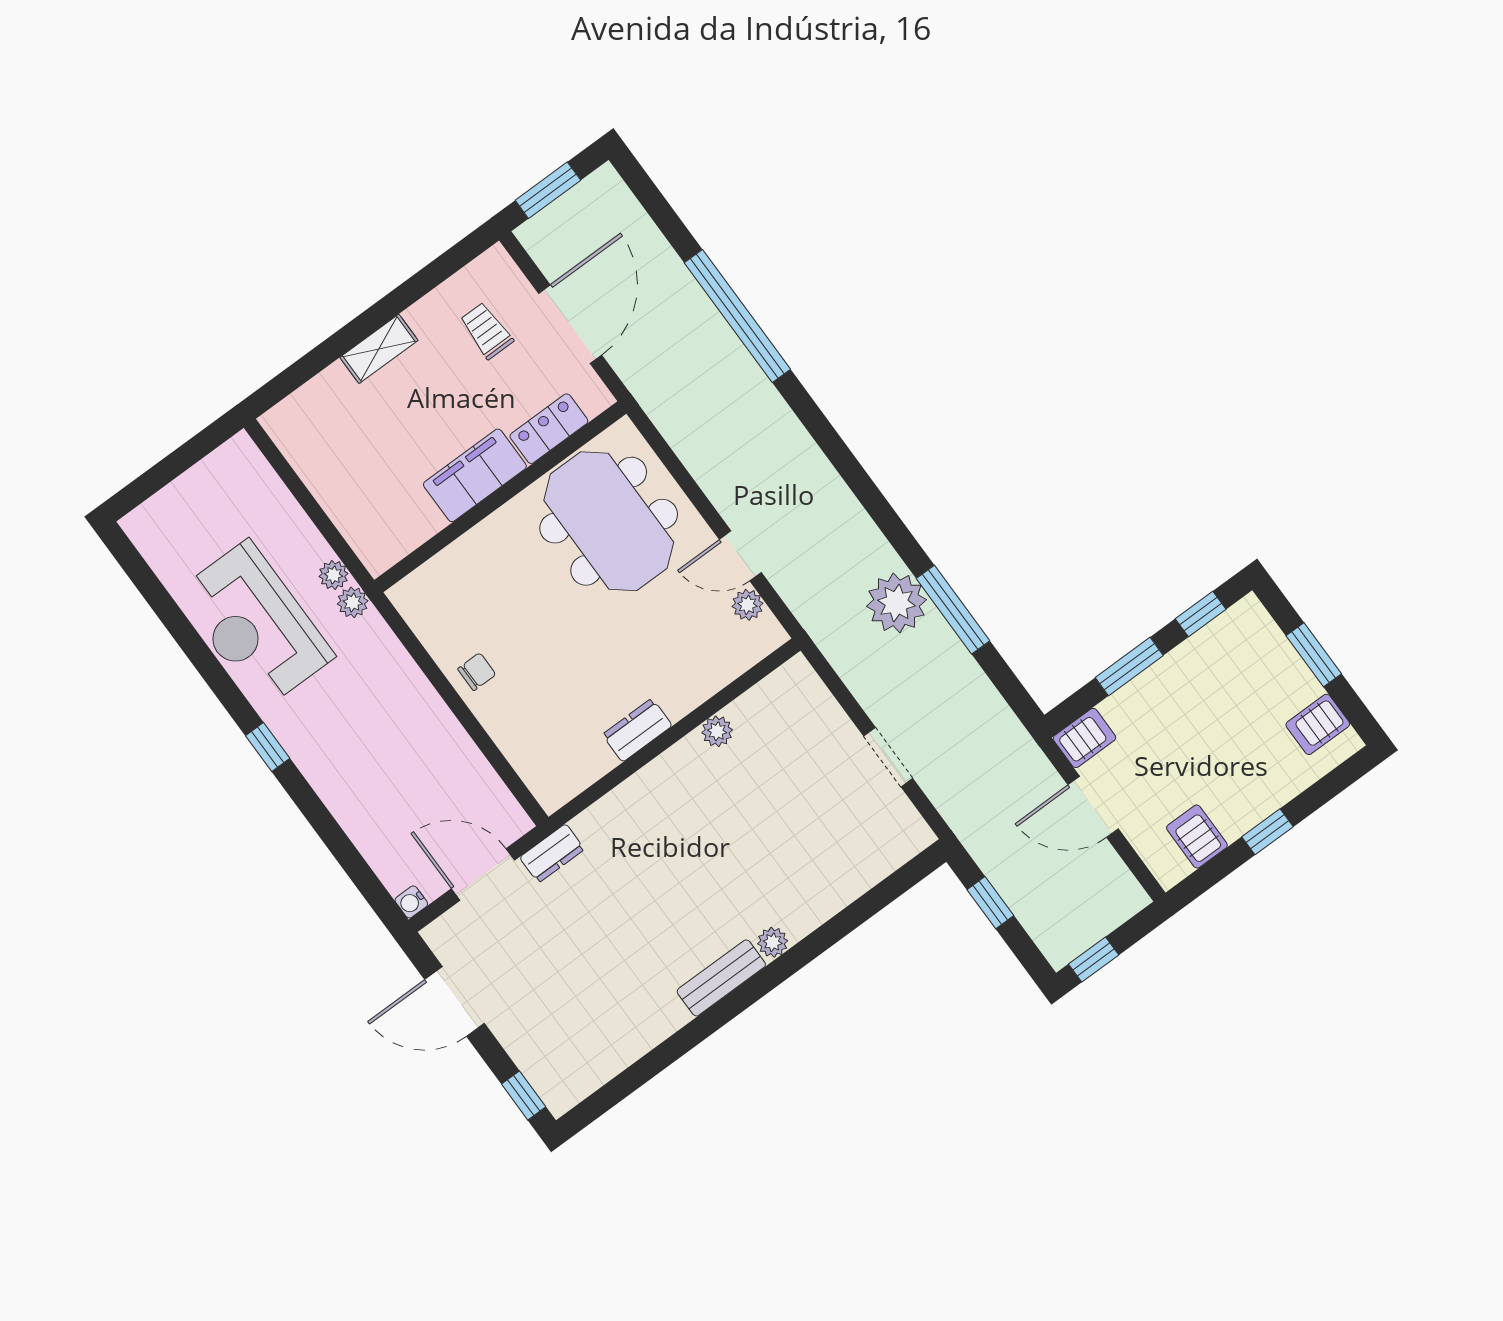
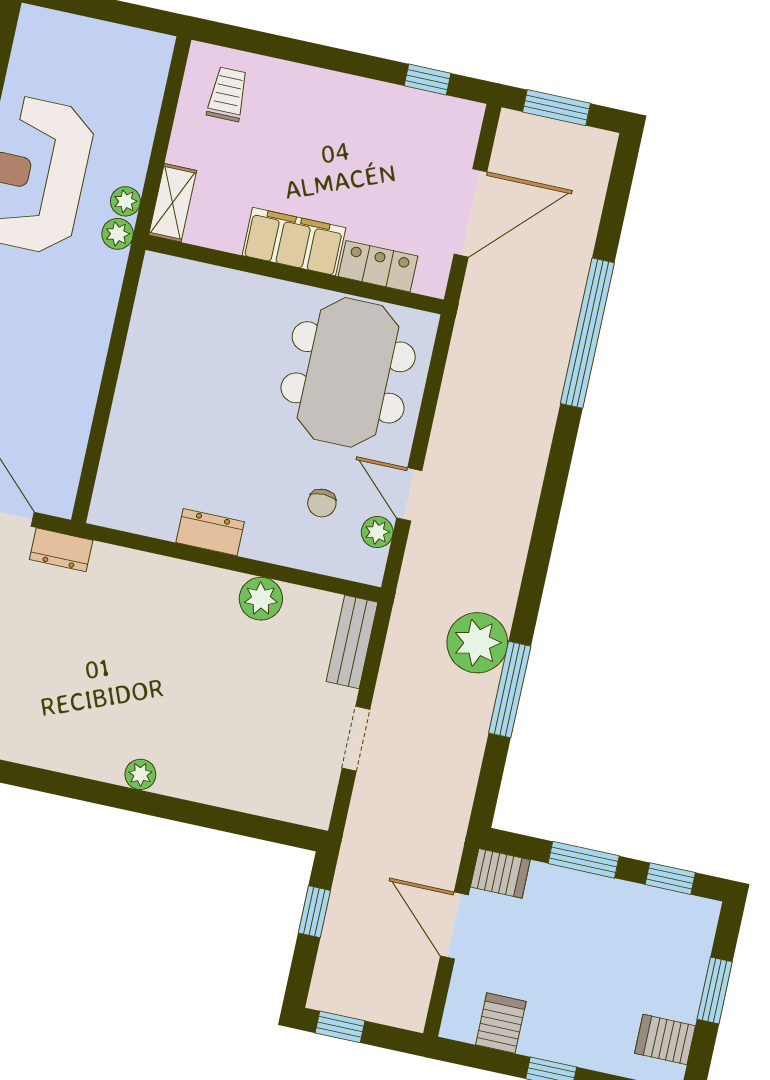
window: (442, 268) -> (428, 79), added
trolley: (486, 331) -> (228, 94), moved
shelving: (379, 349) -> (173, 203), moved, turned 90
chair: (477, 672) -> (322, 503), moved, turned 90
plant: (717, 731) -> (261, 599), width x1.38, depth x1.38
bench: (721, 978) -> (352, 642), moved, turned 90

